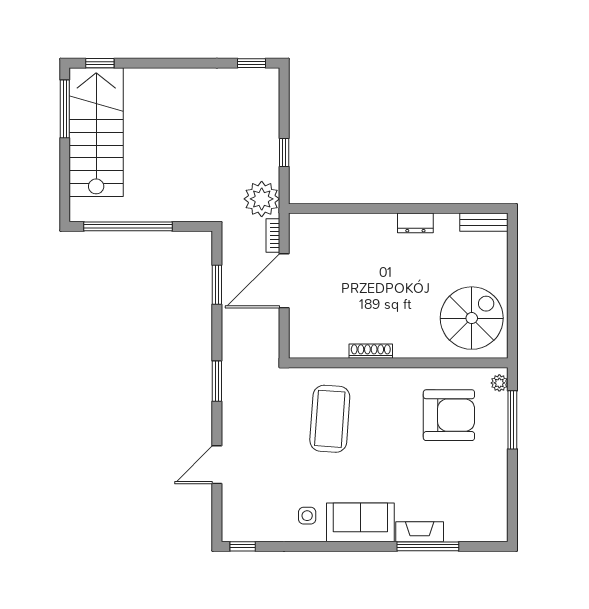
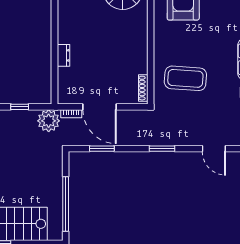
dresser: (415, 223) -> (63, 55), moved
shoe rack: (371, 351) -> (143, 88), moved

